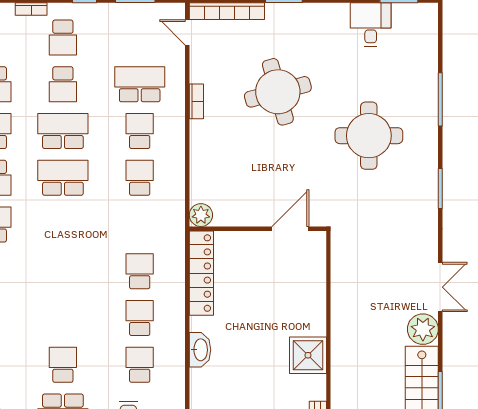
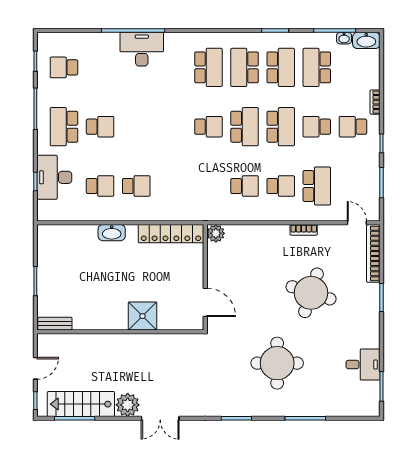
door: (187, 32) -> (357, 223), hinge flipped
round table: (278, 92) -> (311, 293), turned 33
school desk: (140, 271) -> (208, 127), moved
shower: (308, 355) -> (143, 316), moved

